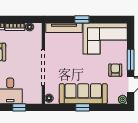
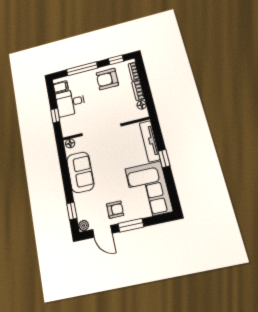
sofa: (83, 94) -> (80, 172), width x0.73
window: (83, 107) -> (72, 211), moved

